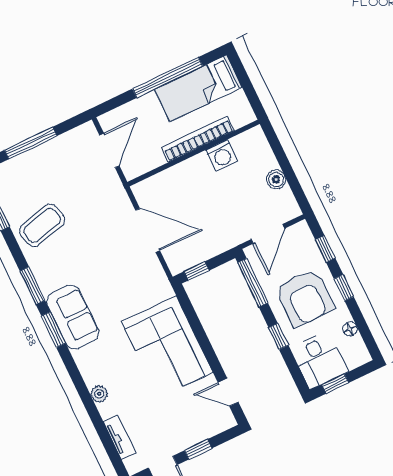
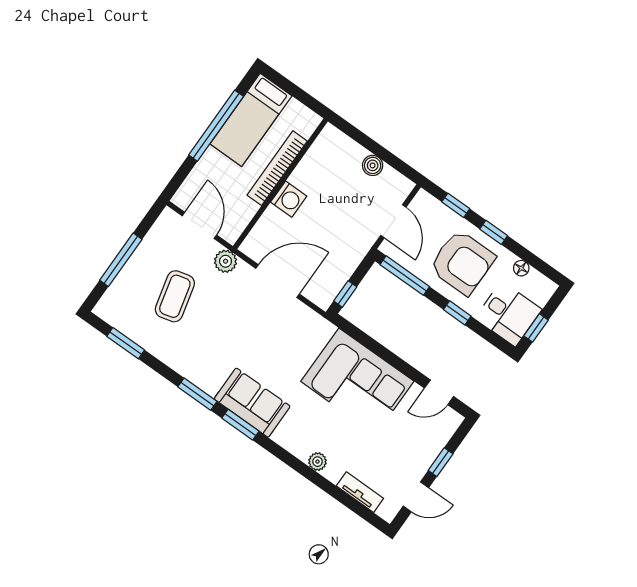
washing machine: (222, 156) -> (289, 199), moved
plant: (115, 191) -> (226, 261), added
coffee table: (42, 225) -> (175, 296), moved

